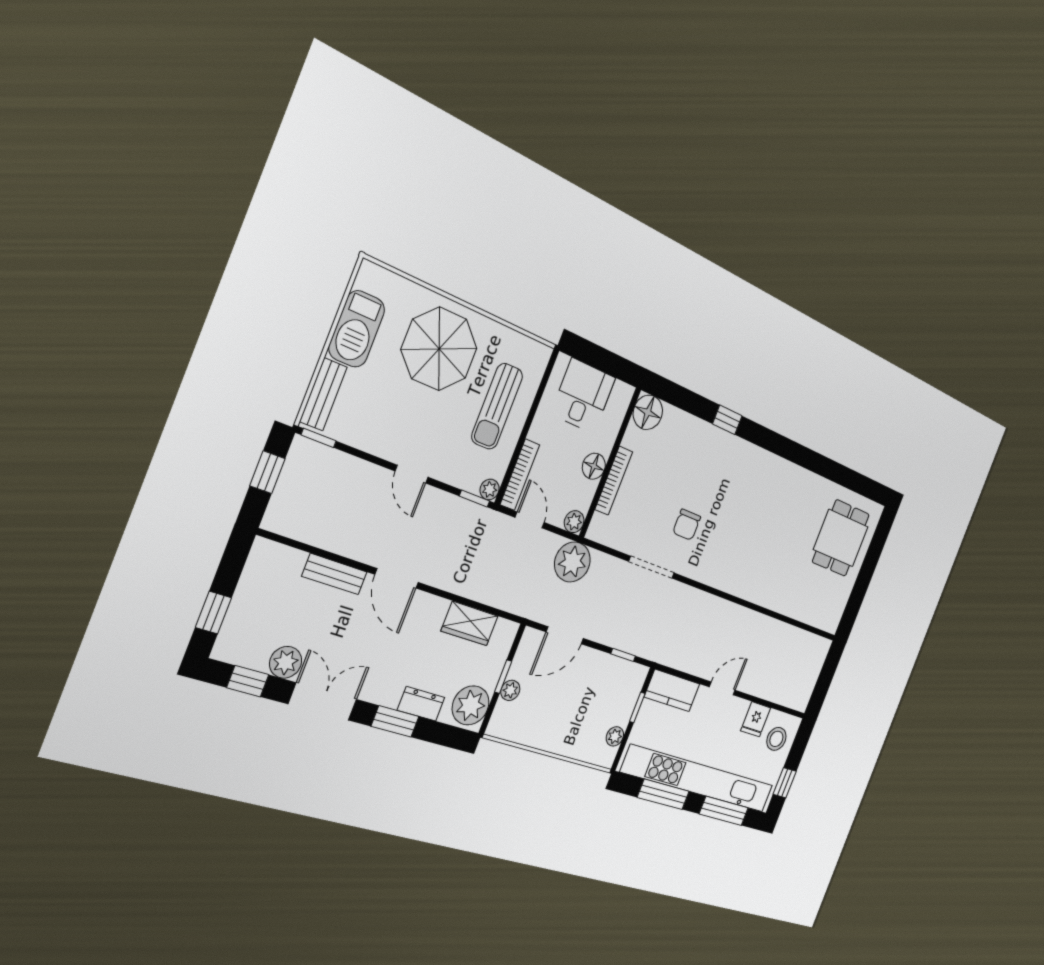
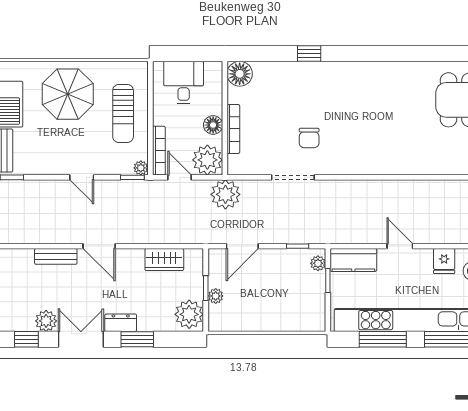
plant: (574, 522) -> (207, 160), width x1.88, depth x1.88
door: (722, 688) -> (400, 246), hinge flipped
dresser: (421, 704) -> (121, 323), moved
plant: (615, 736) -> (318, 263), moved

